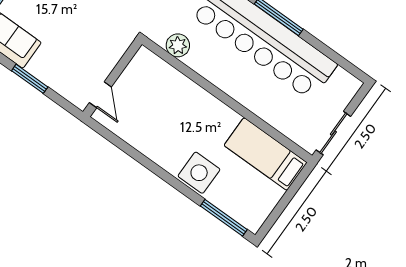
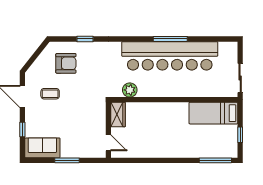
wardrobe: (140, 67) -> (118, 115), added
side table: (199, 173) -> (186, 147), removed
window: (280, 207) -> (240, 135), added

